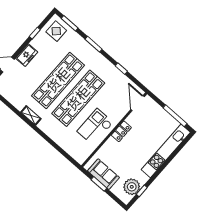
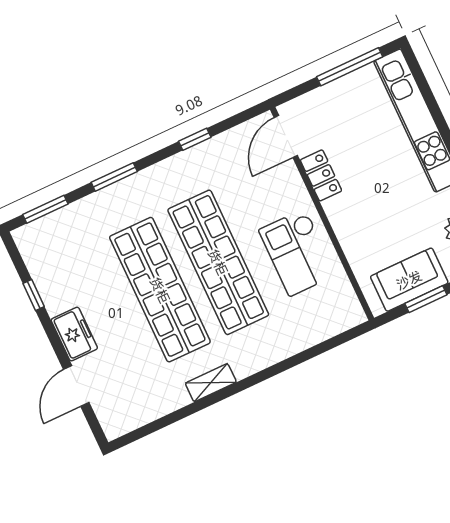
display table: (56, 31) -> (50, 246), removed
door: (138, 103) -> (286, 137), hinge flipped
locker: (121, 131) -> (321, 175), moved

